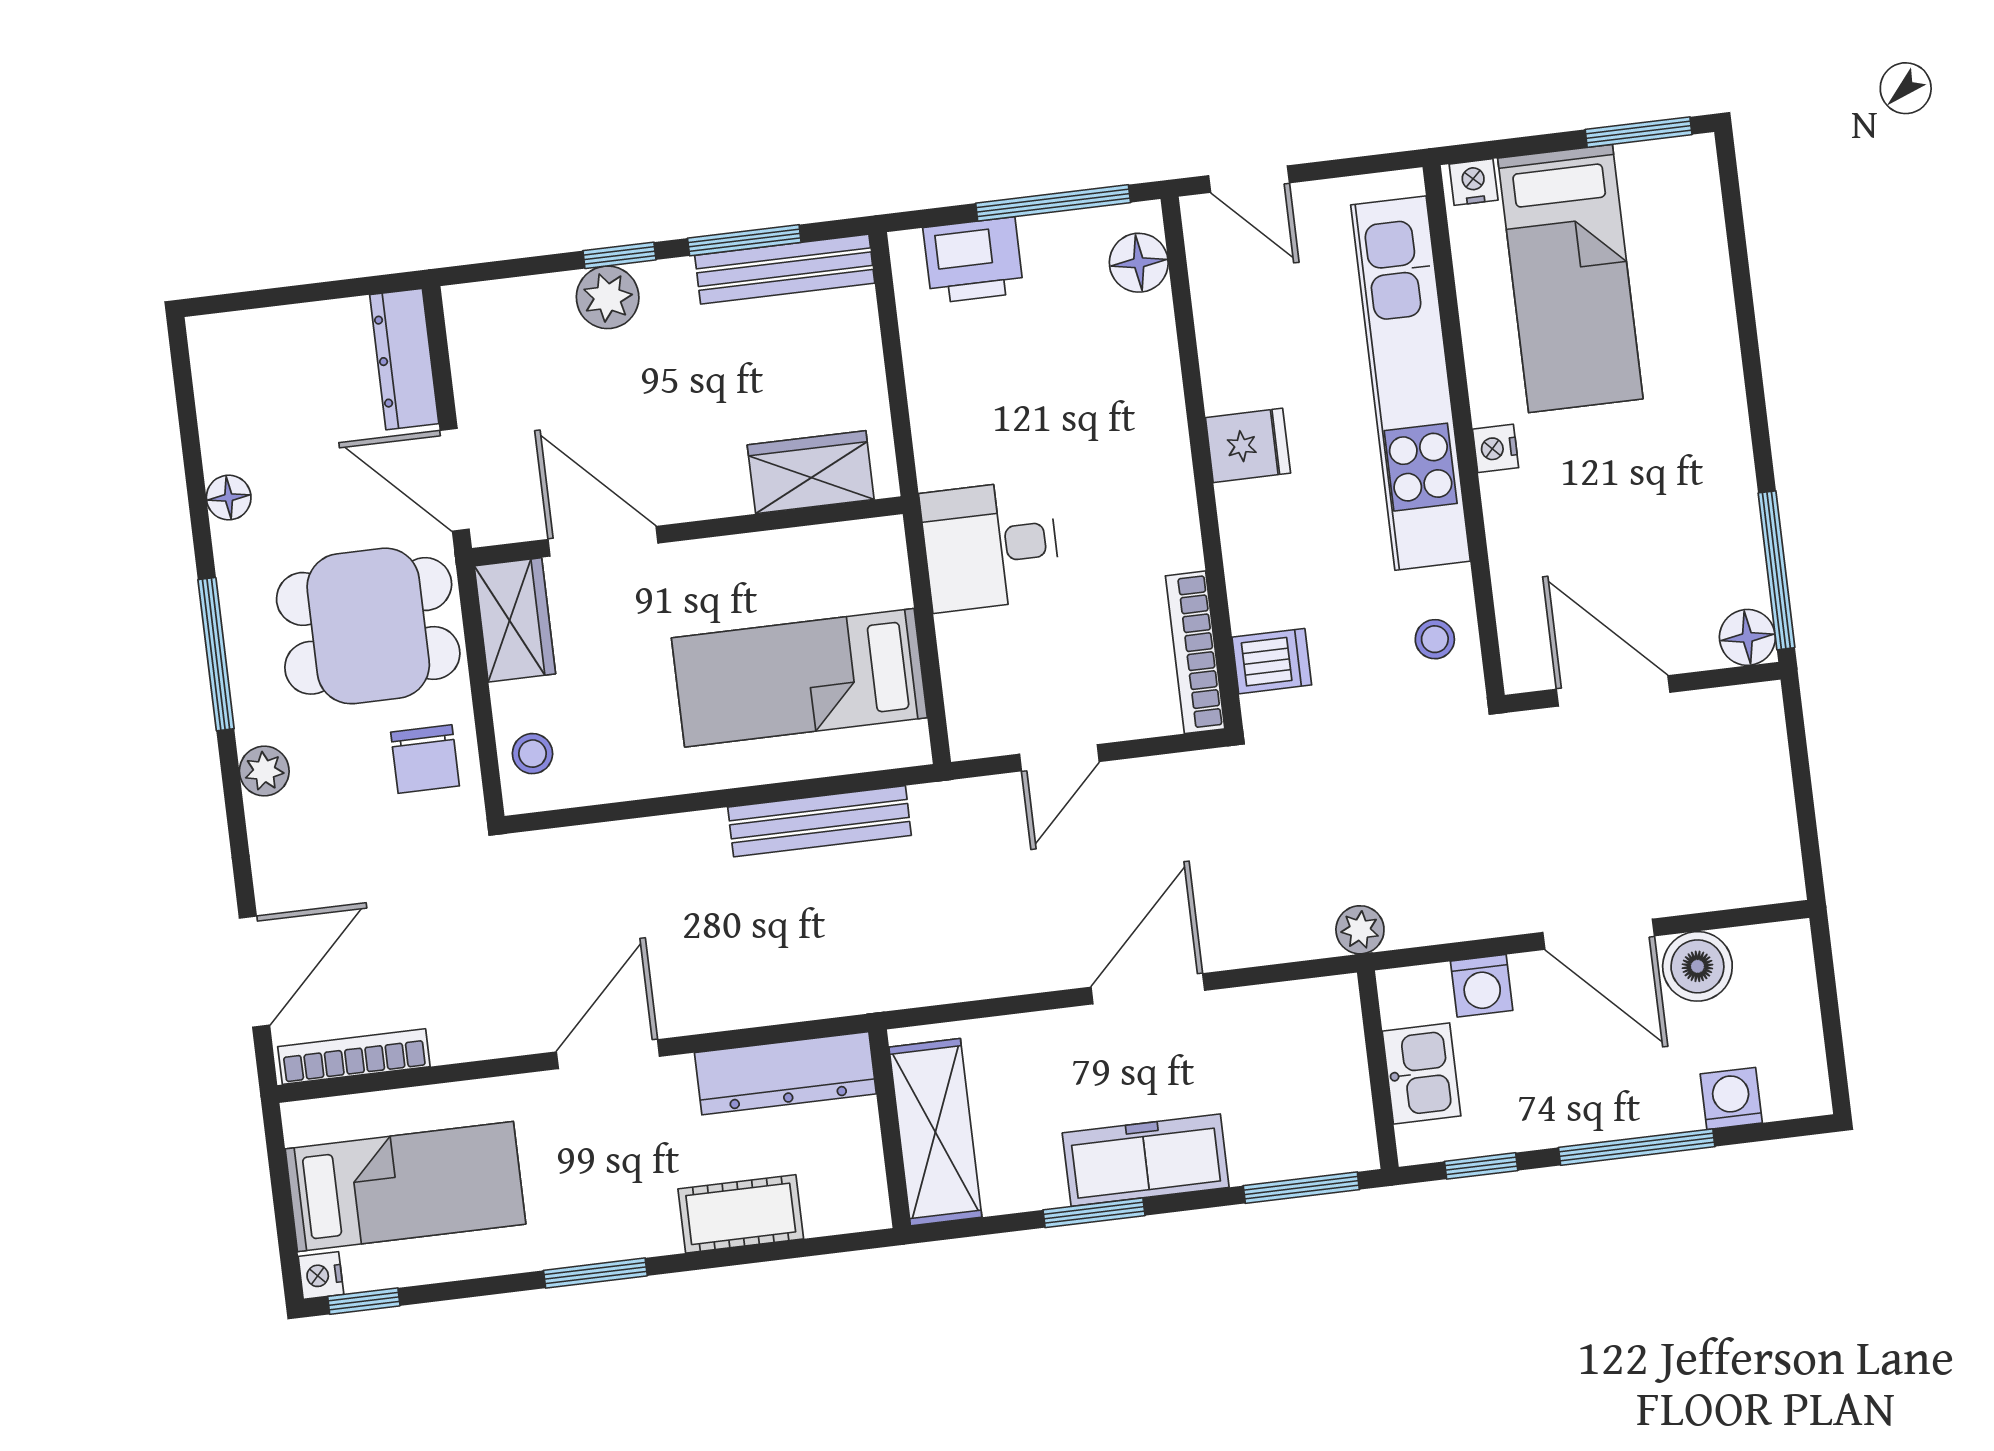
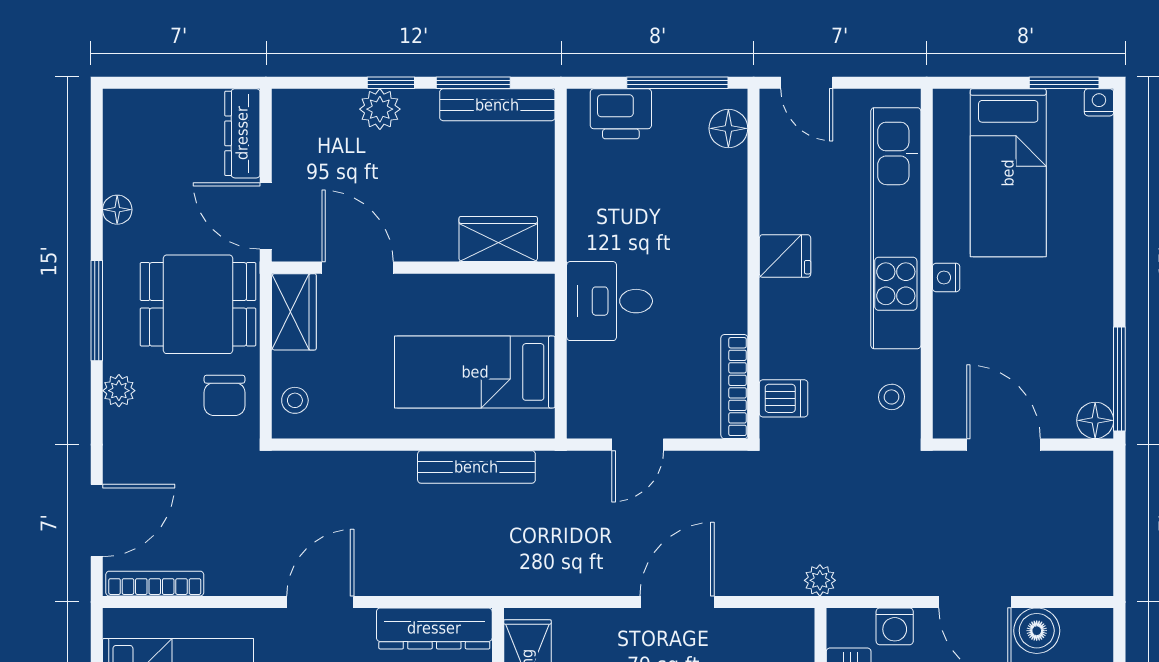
nightstand: (1474, 182) -> (1099, 102), moved

